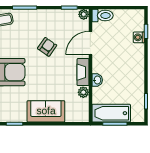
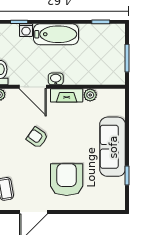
washbasin: (97, 80) -> (56, 79), moved
sofa: (46, 111) -> (113, 147), width x1.36
bathtub: (111, 113) -> (56, 34), moved, turned -90

